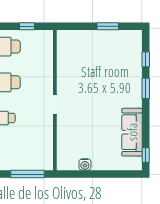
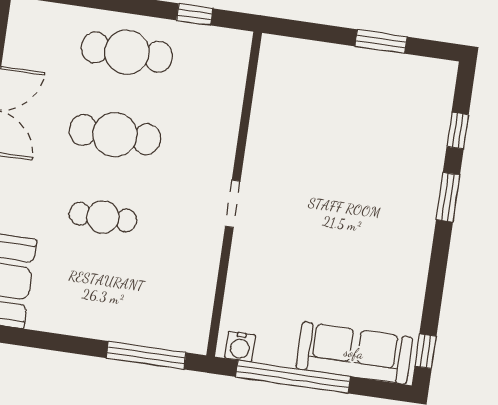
sofa: (132, 132) -> (354, 353), moved, turned 90
water cooler: (85, 164) -> (240, 346), moved
window: (91, 174) -> (293, 377), added

